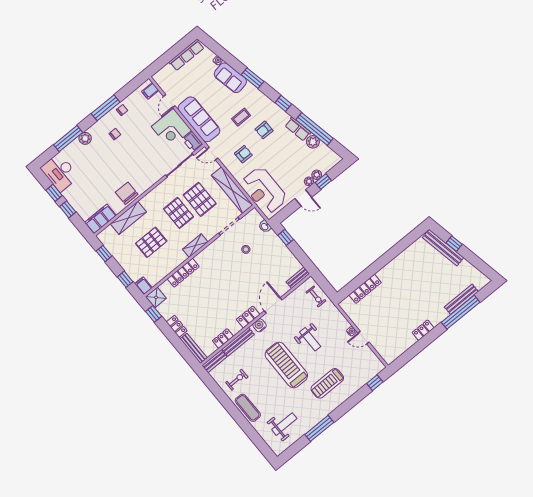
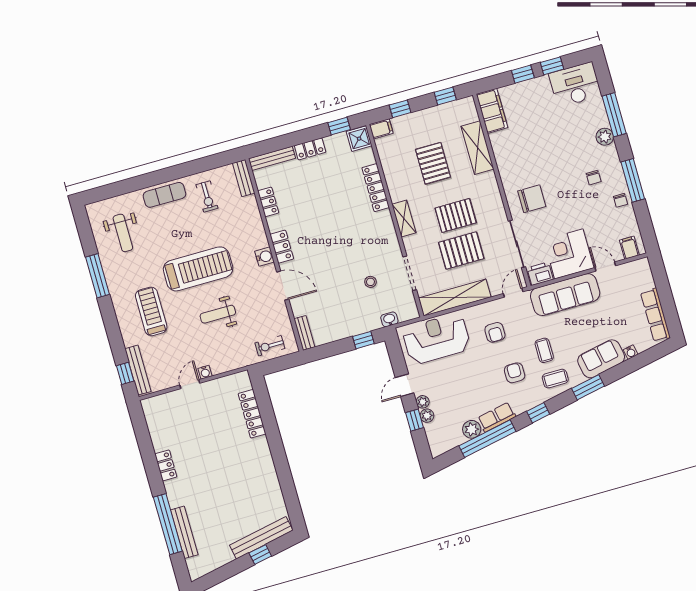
coffee table: (256, 102) -> (555, 379), added
chair: (127, 193) -> (532, 199), moved
bench: (238, 342) -> (138, 370), moved

